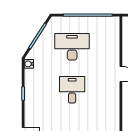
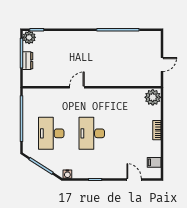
desk: (72, 90) -> (92, 133), width x1.37

